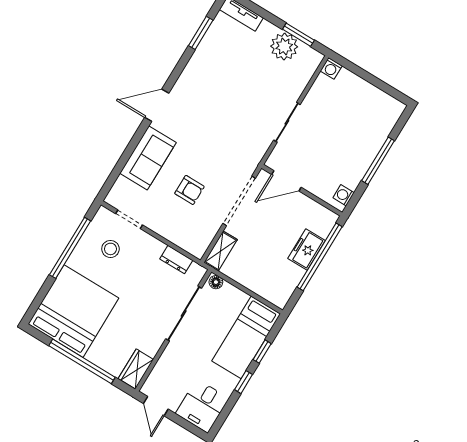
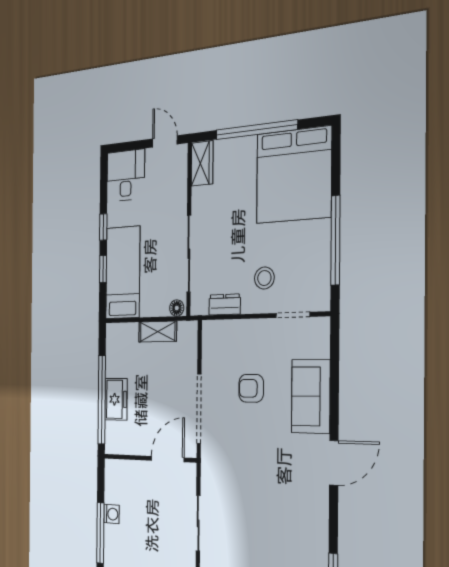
washing machine: (344, 195) -> (112, 514), moved
stool: (110, 249) -> (264, 278), moved
shelving: (221, 251) -> (158, 332), moved, turned 90

